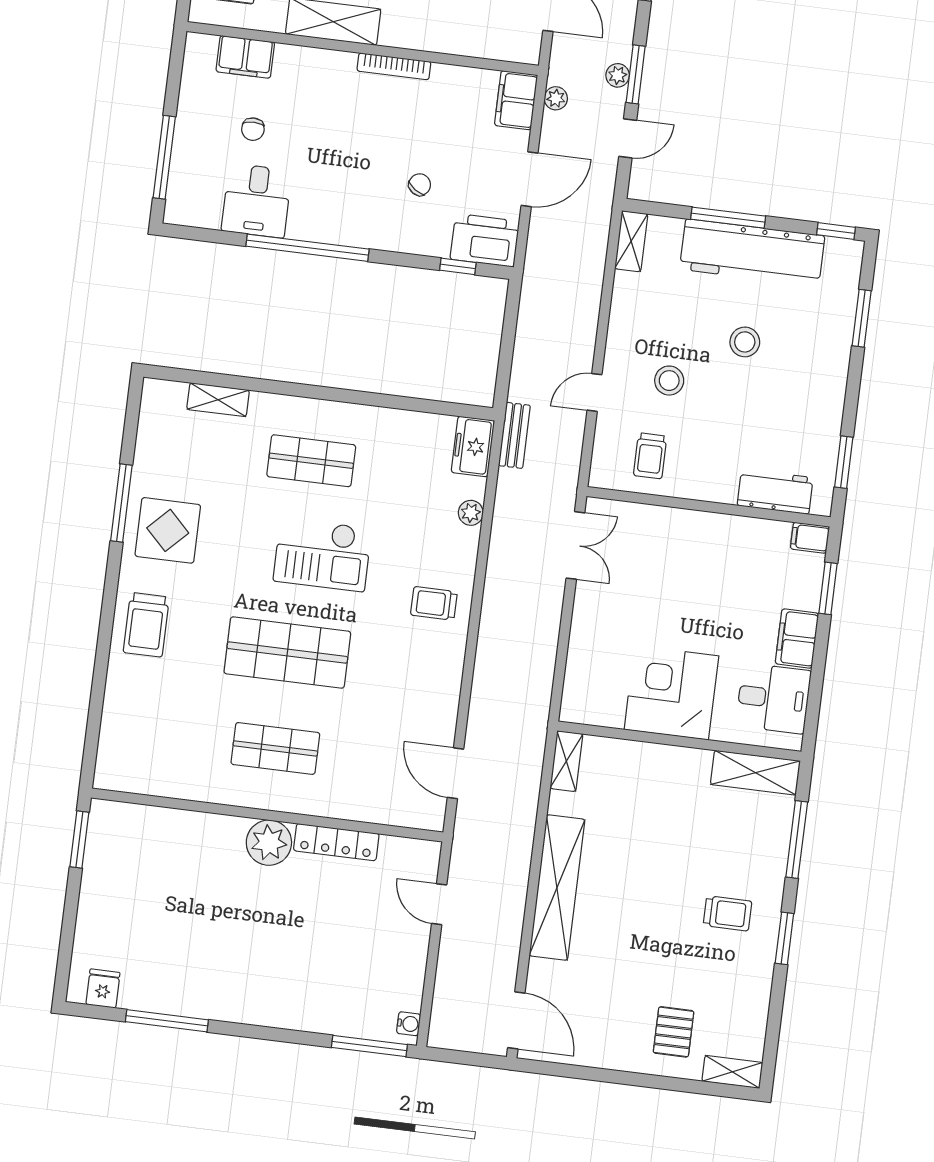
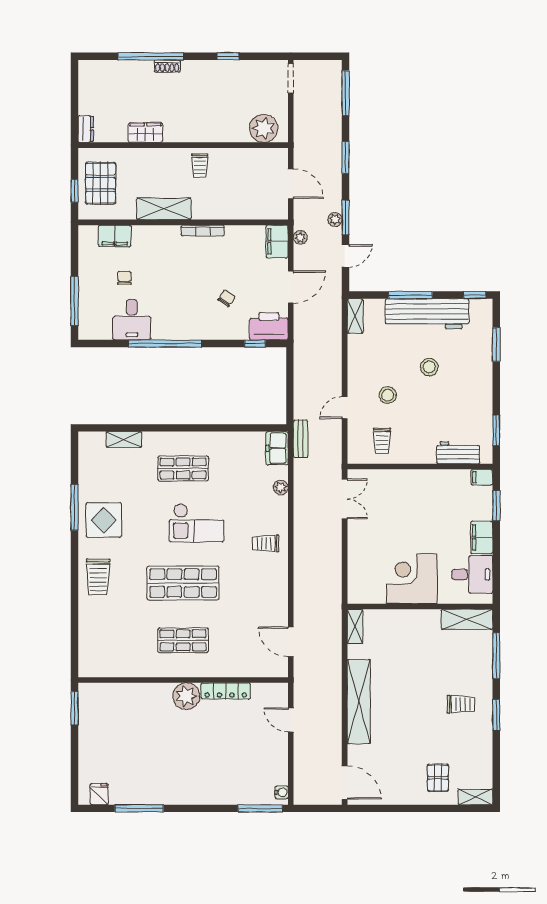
chair: (253, 129) -> (124, 278), turned 180

